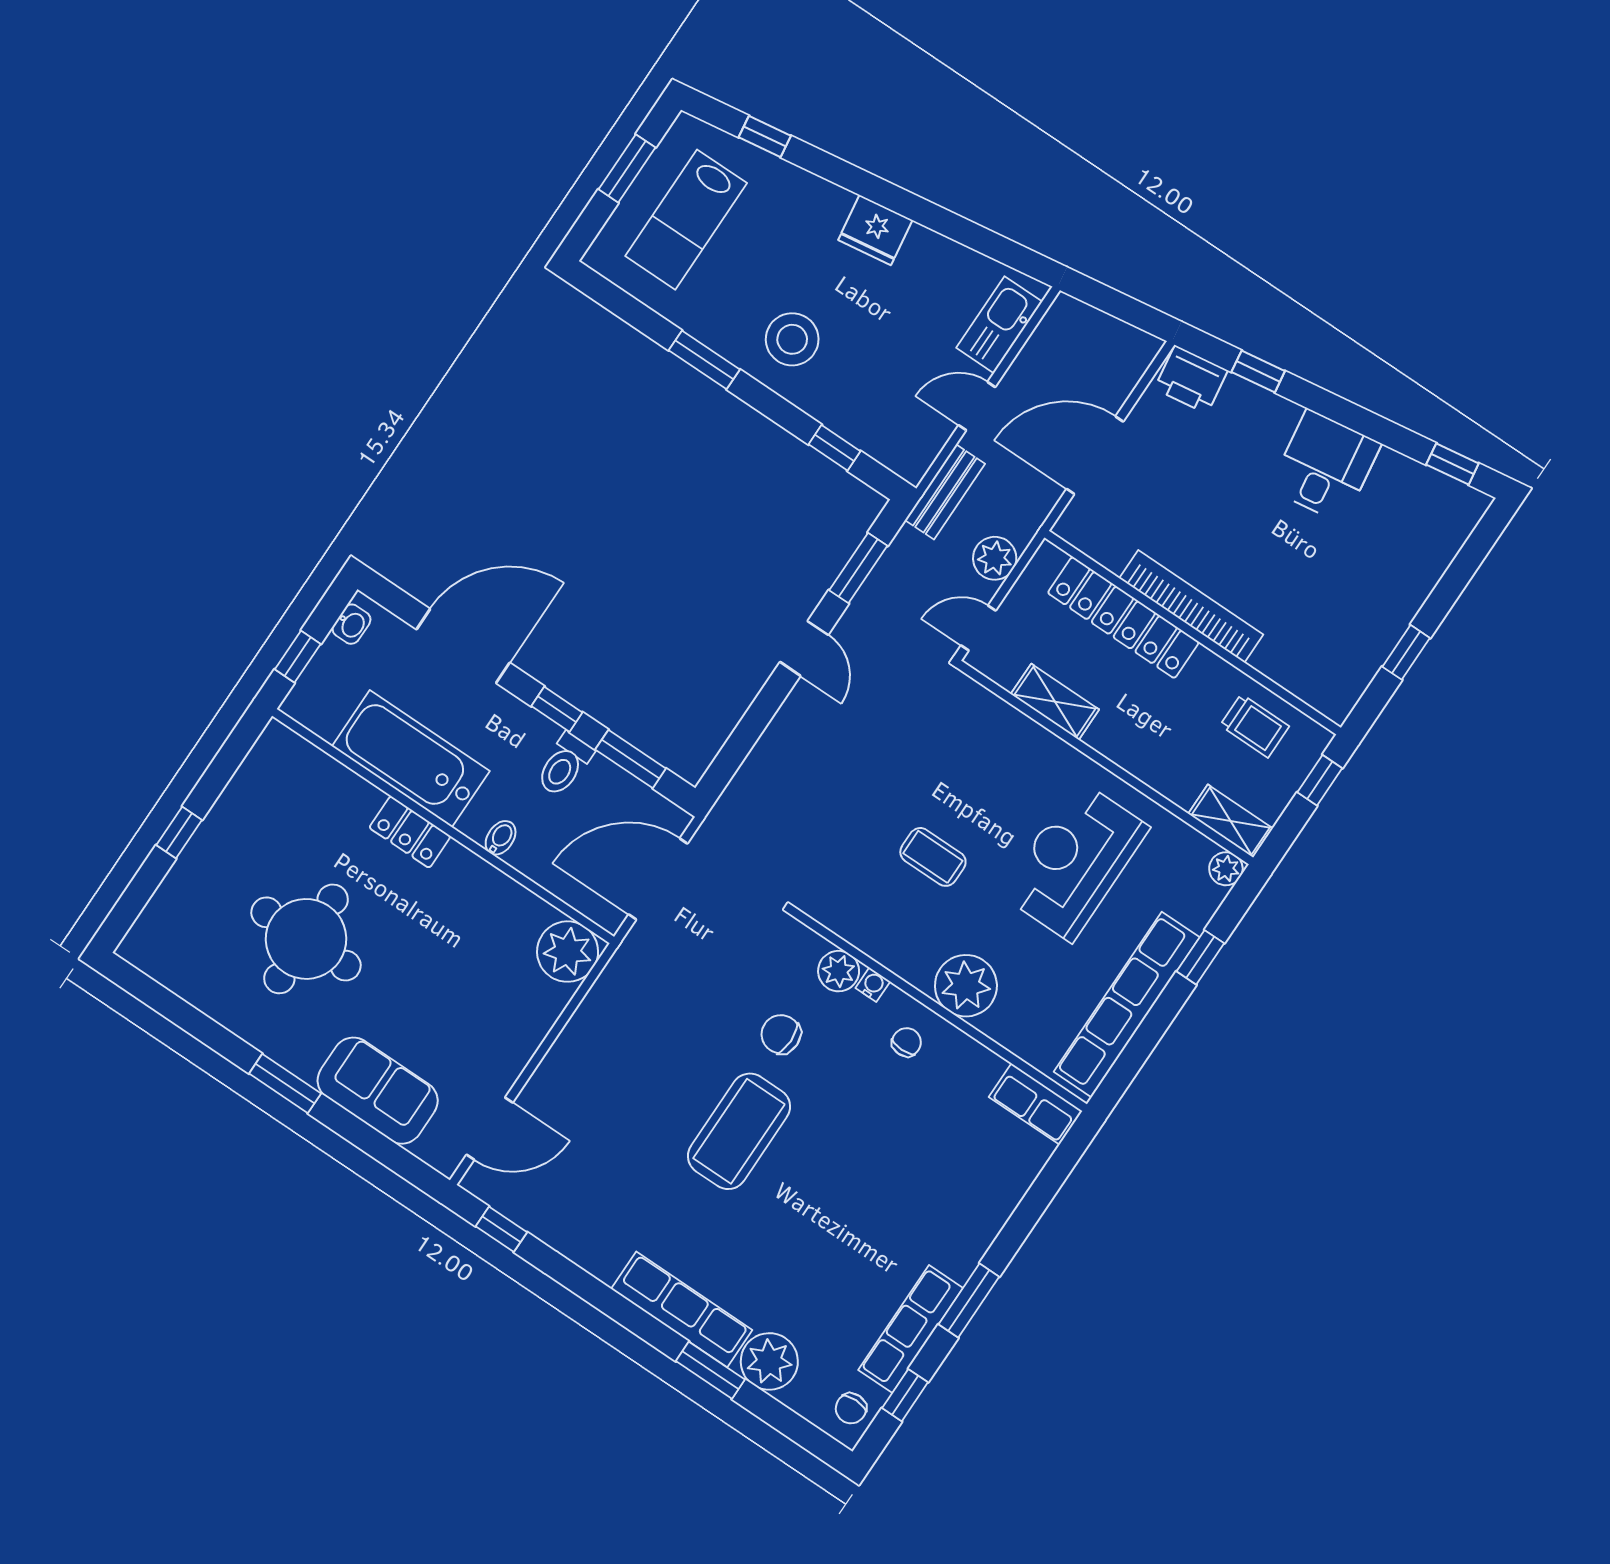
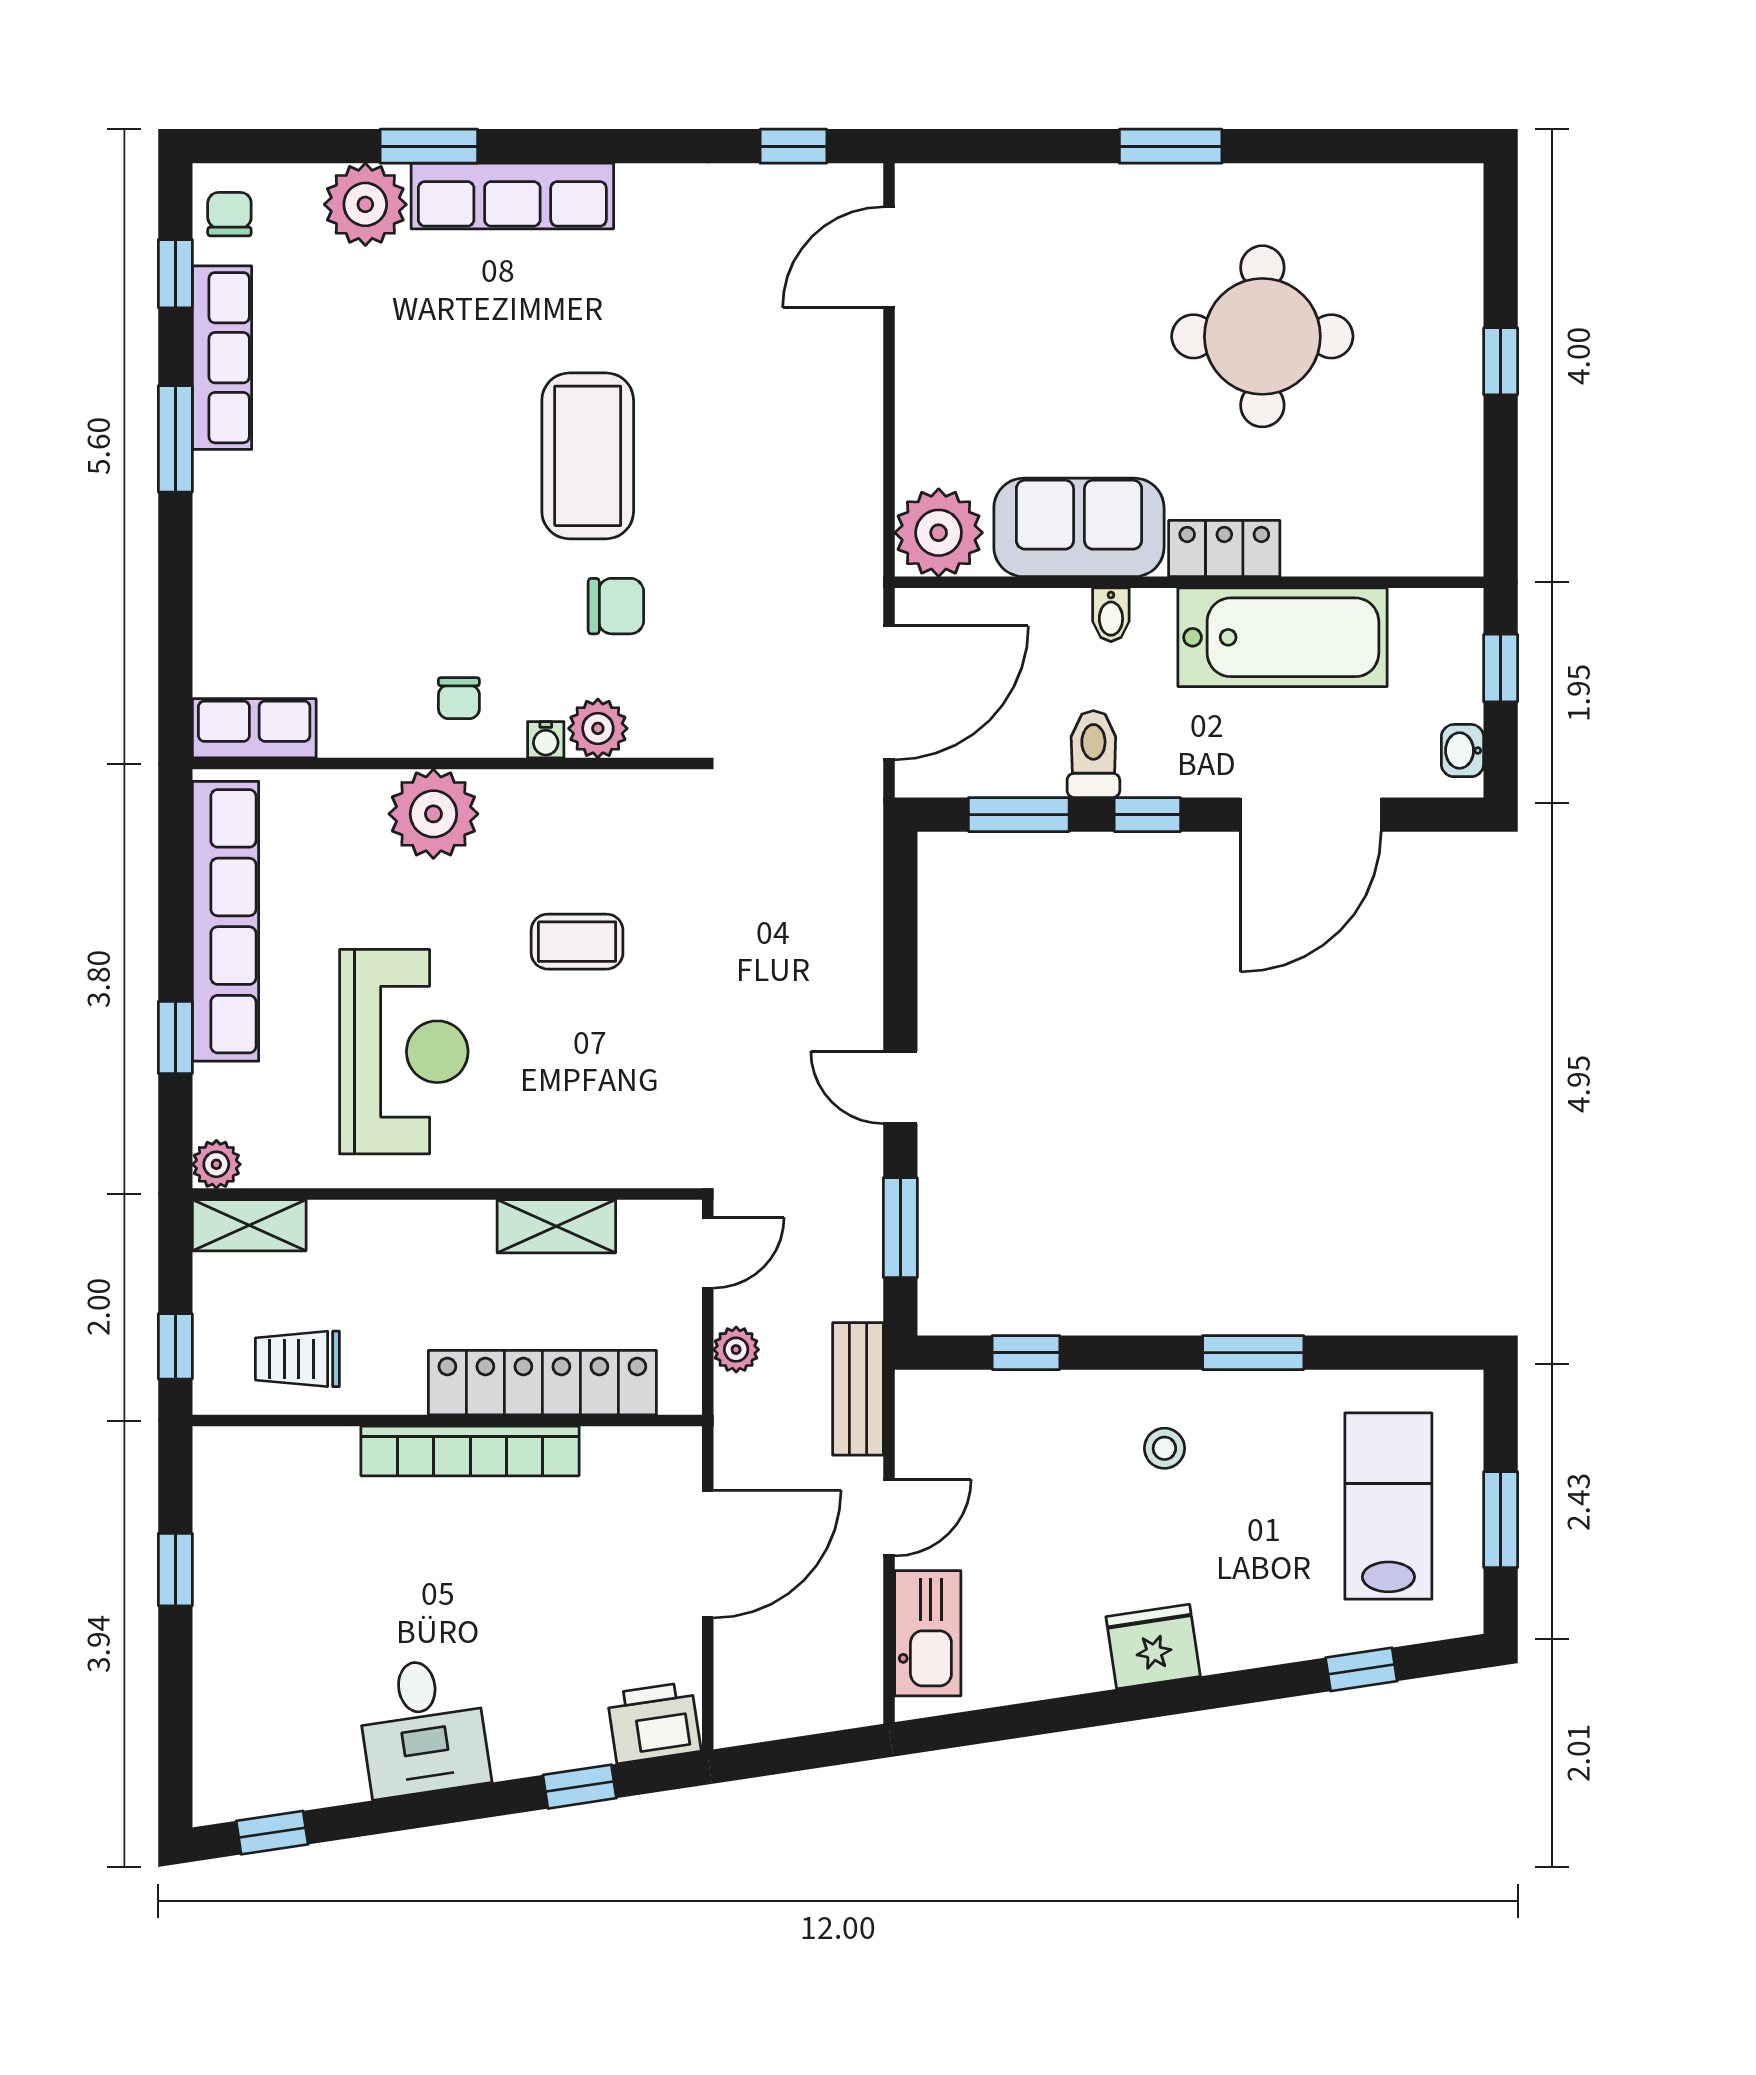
stool: (792, 339) -> (1164, 1448), width x0.53, depth x0.53
plant: (995, 558) -> (736, 1350), width x0.73, depth x0.73
sofa: (378, 1091) -> (1079, 527), moved, turned 180

